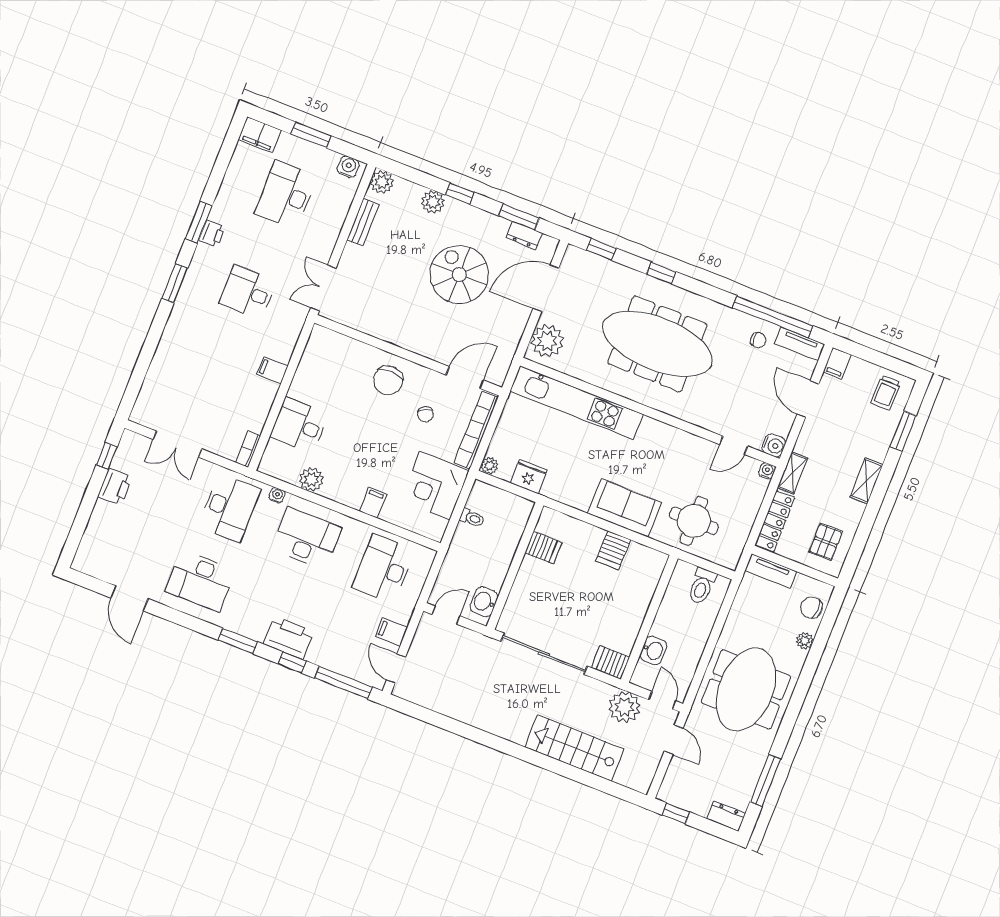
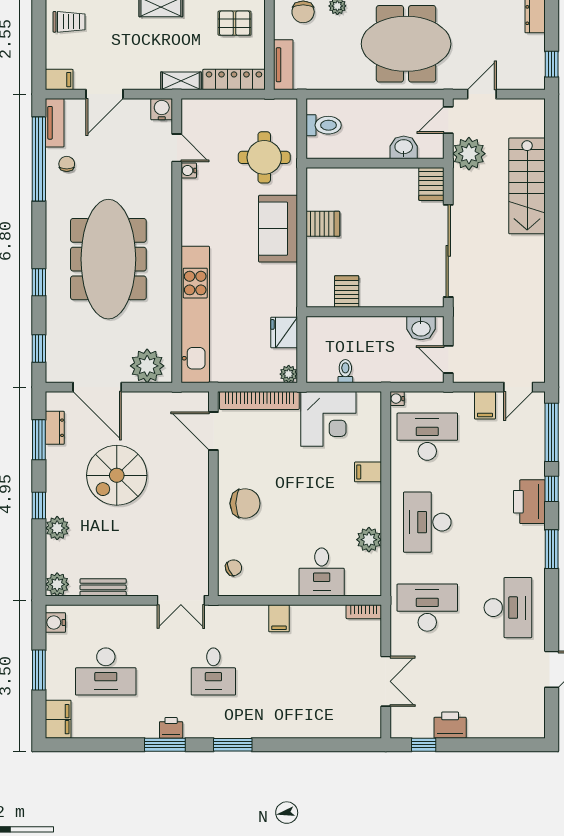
chair: (425, 414) -> (234, 568), moved
water cooler: (767, 471) -> (189, 170), moved
water cooler: (277, 495) -> (397, 399), moved
desk: (384, 569) -> (427, 437), turned 180

